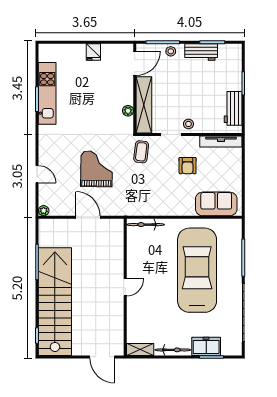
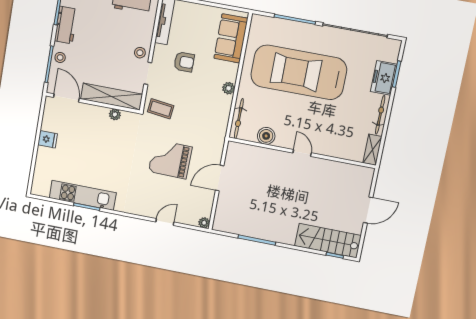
plant: (171, 210) -> (229, 88), added
boiler: (135, 252) -> (266, 136), added
stairs: (55, 302) -> (328, 241), width x0.54, depth x0.66
door: (102, 357) -> (368, 210), moved

